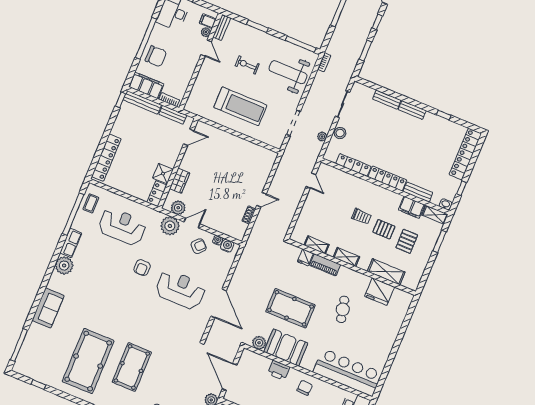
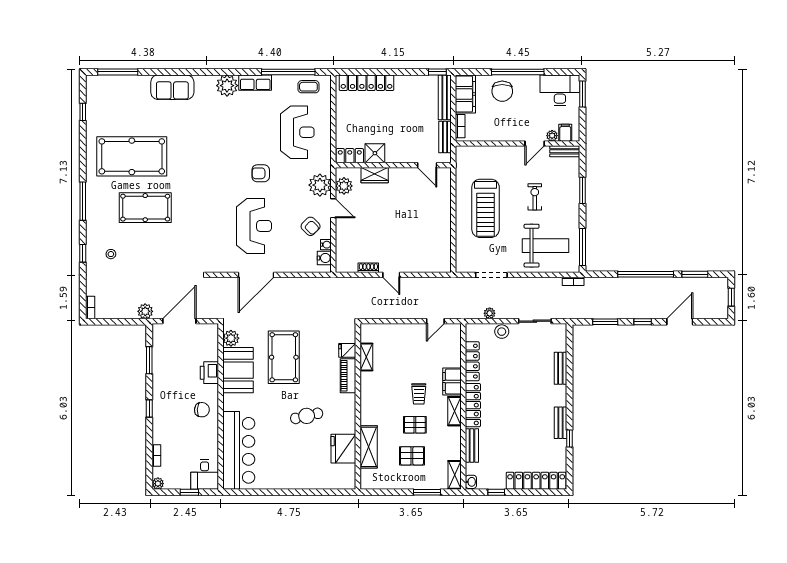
weight bench: (288, 72) -> (545, 246), turned 90
bench: (412, 110) -> (561, 423), moved
filing cabinet: (412, 207) -> (452, 382), moved
pallet: (384, 229) -> (415, 425), turned 90
shelving: (346, 257) -> (455, 411), moved

